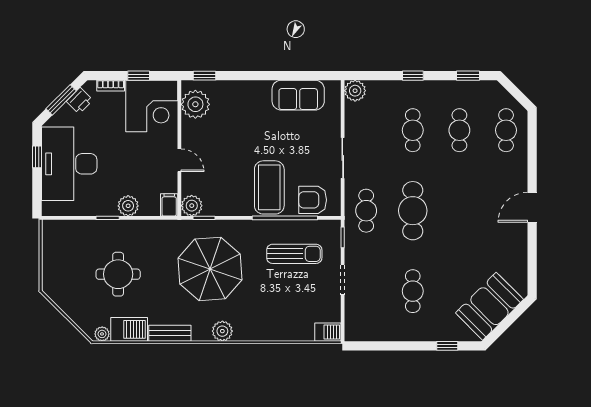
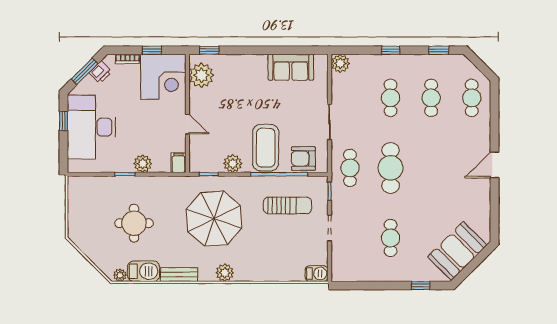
plant: (192, 206) -> (233, 163), moved

